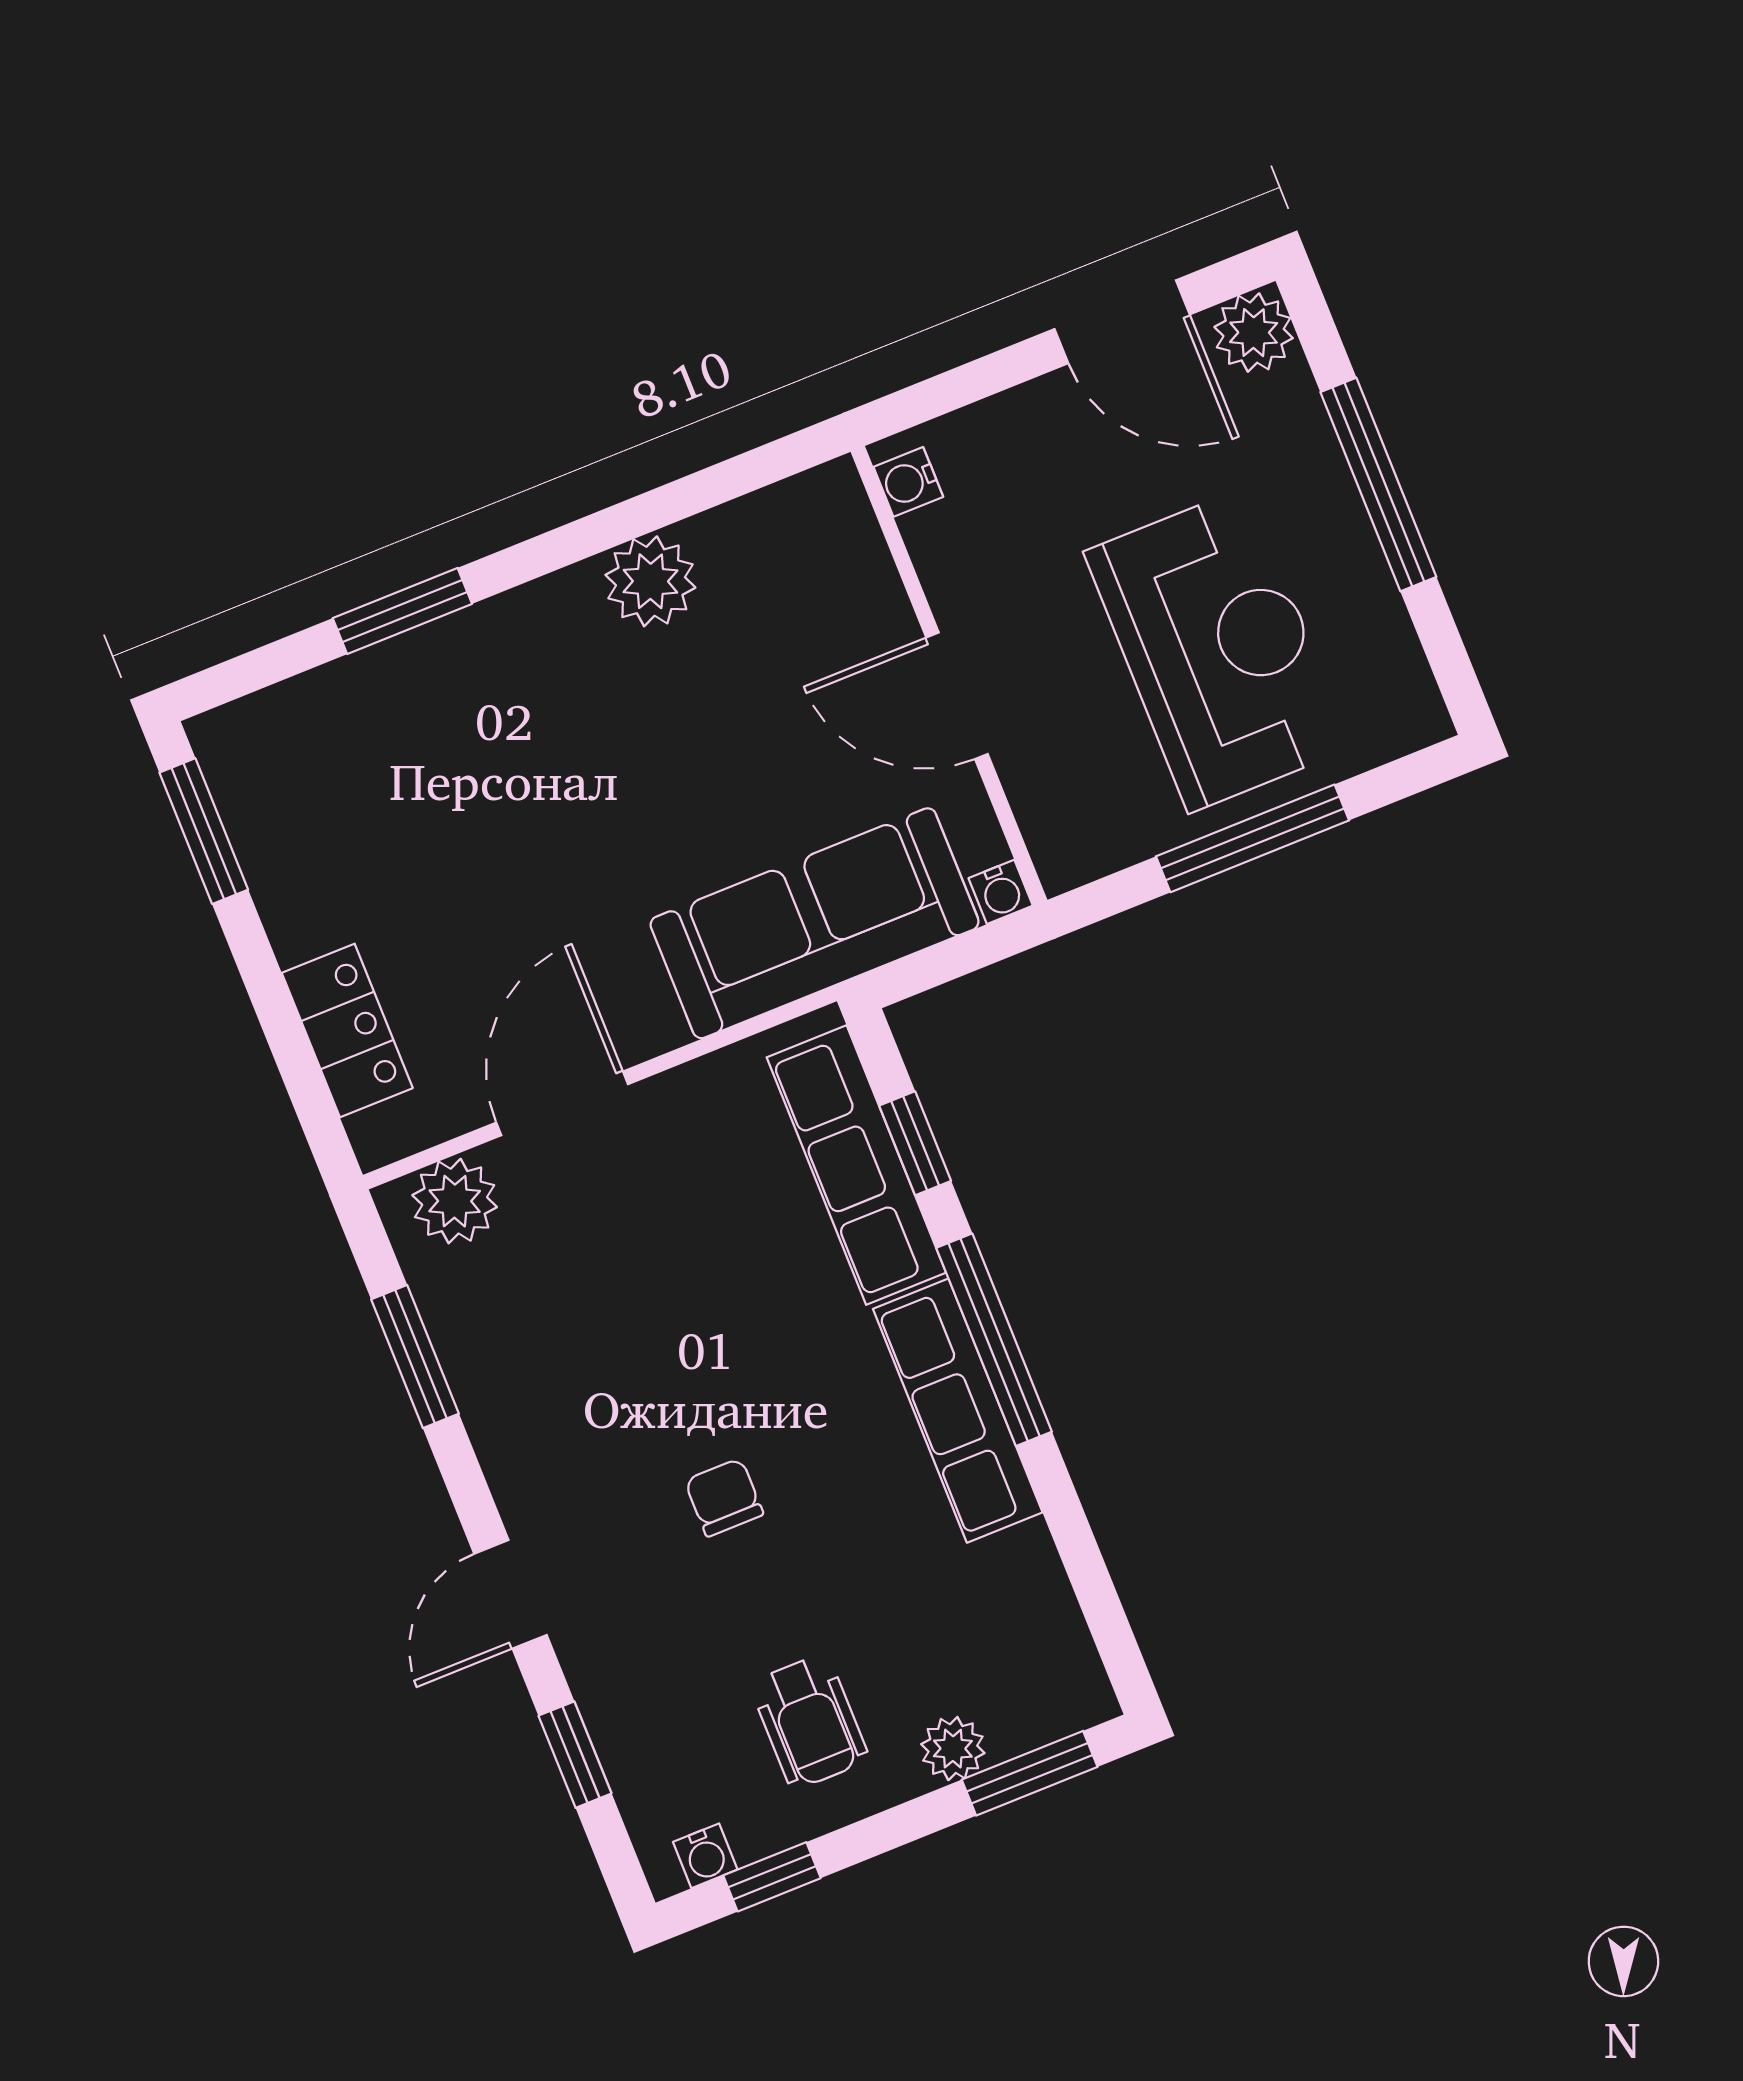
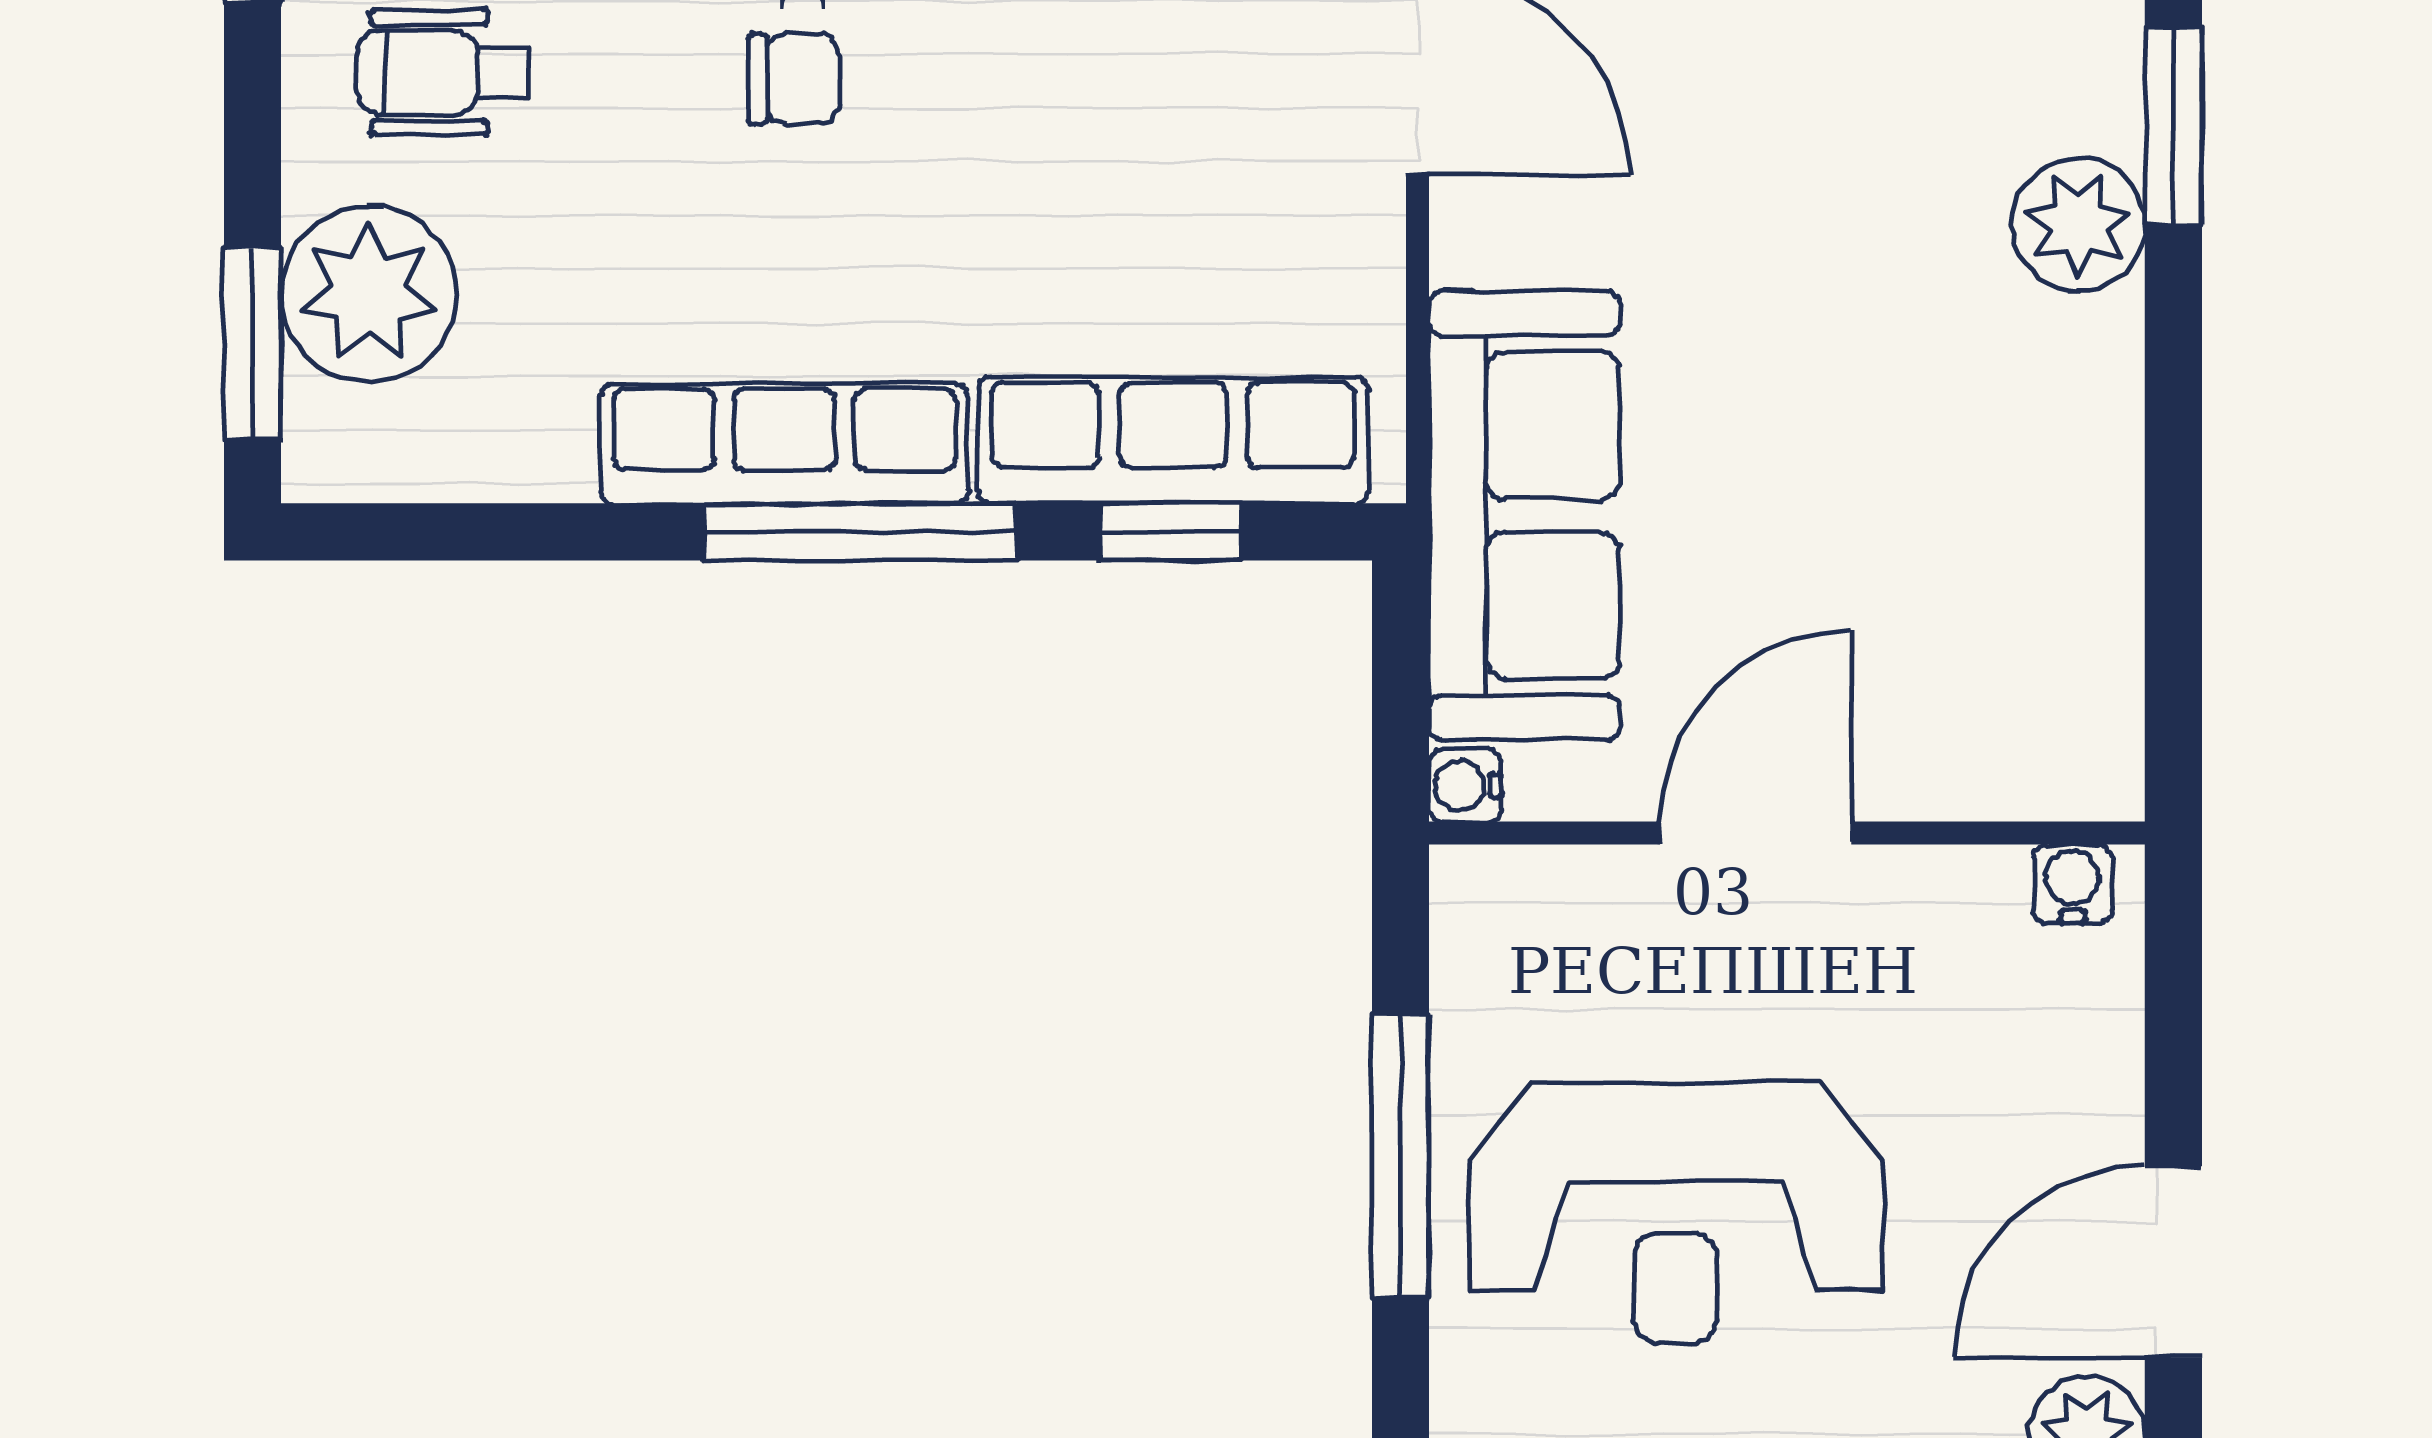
plant: (650, 581) -> (2078, 224), moved
plant: (953, 1749) -> (369, 294), width x1.87, depth x1.87

